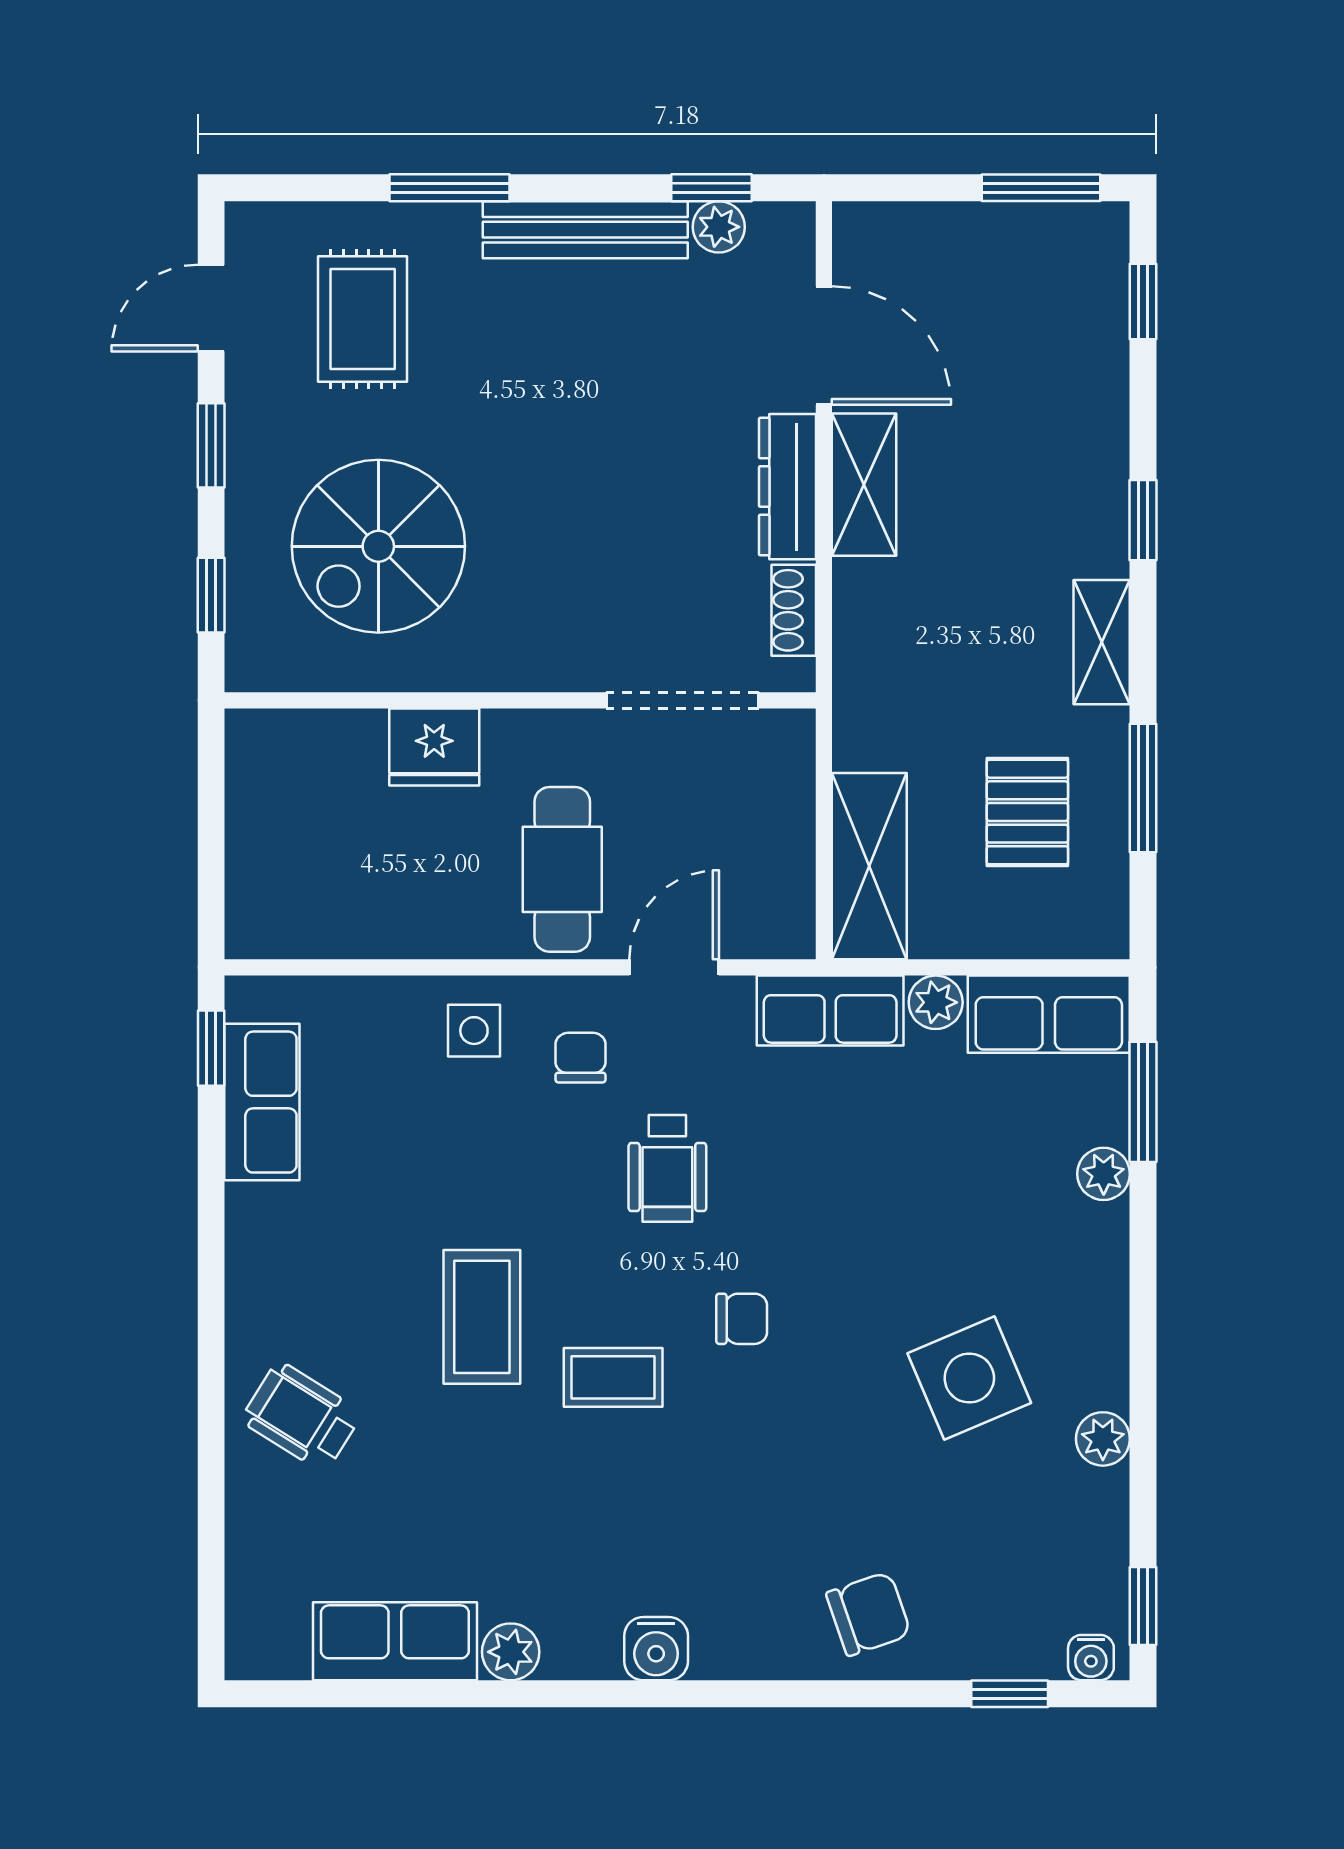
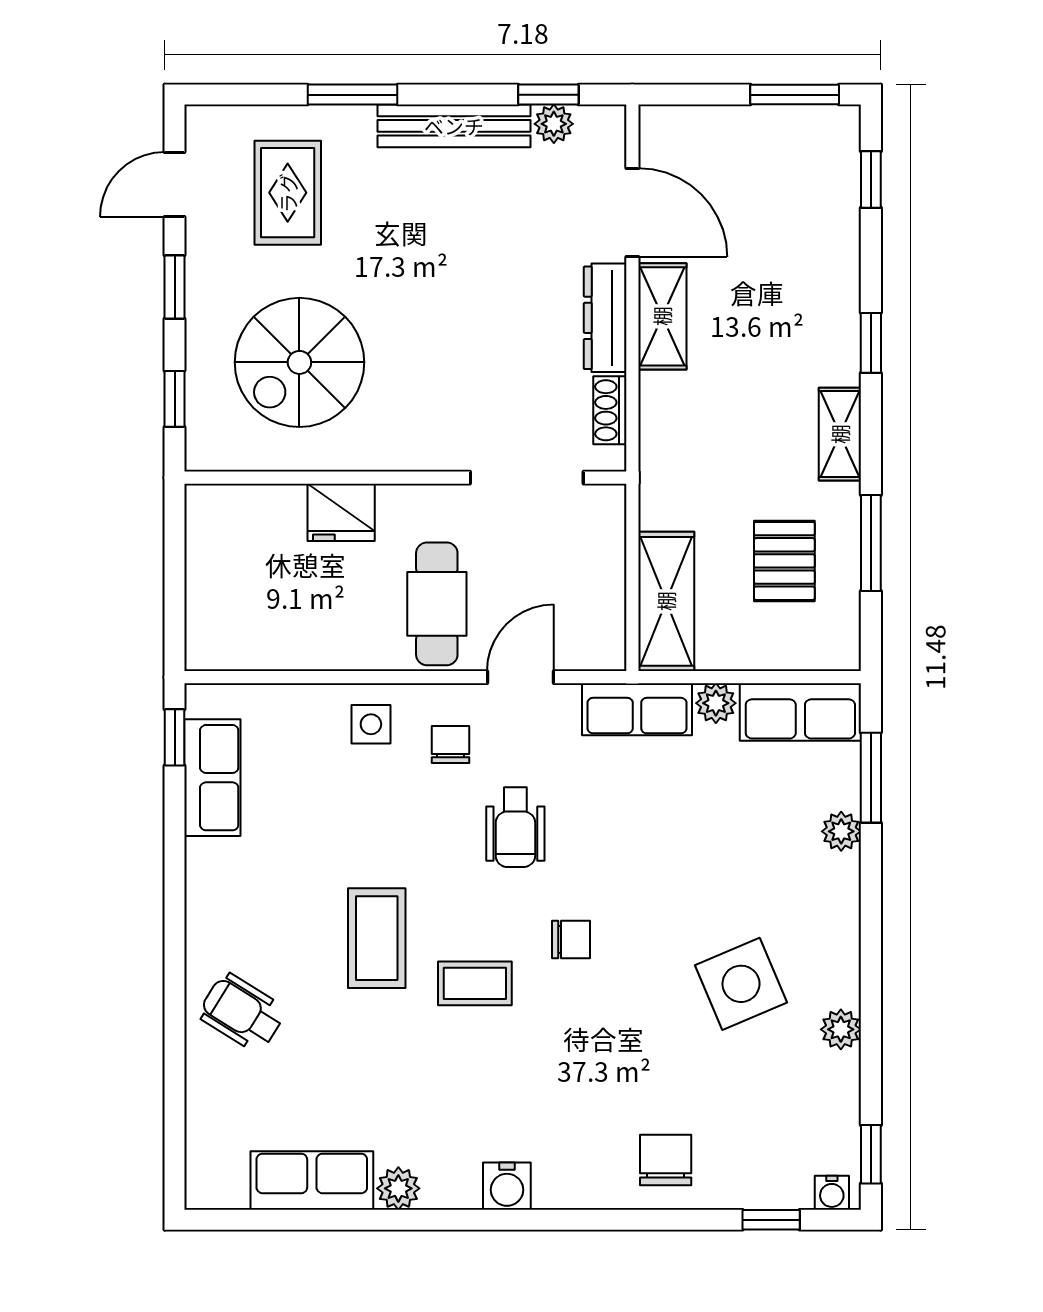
chair: (869, 1614) -> (666, 1160), turned -71

